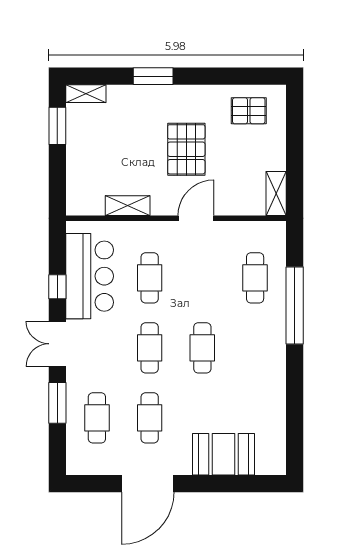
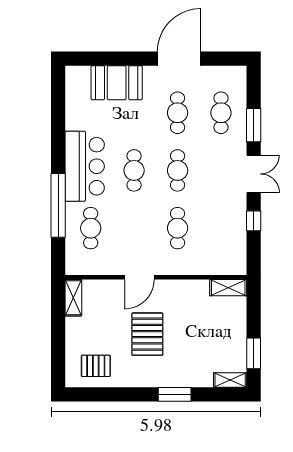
shelving: (128, 206) -> (228, 288), moved
bar counter: (90, 276) -> (85, 166), moved, turned 180

